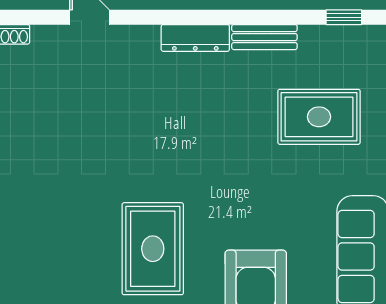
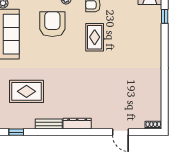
rug: (153, 249) -> (95, 37), width x0.73, depth x0.70

